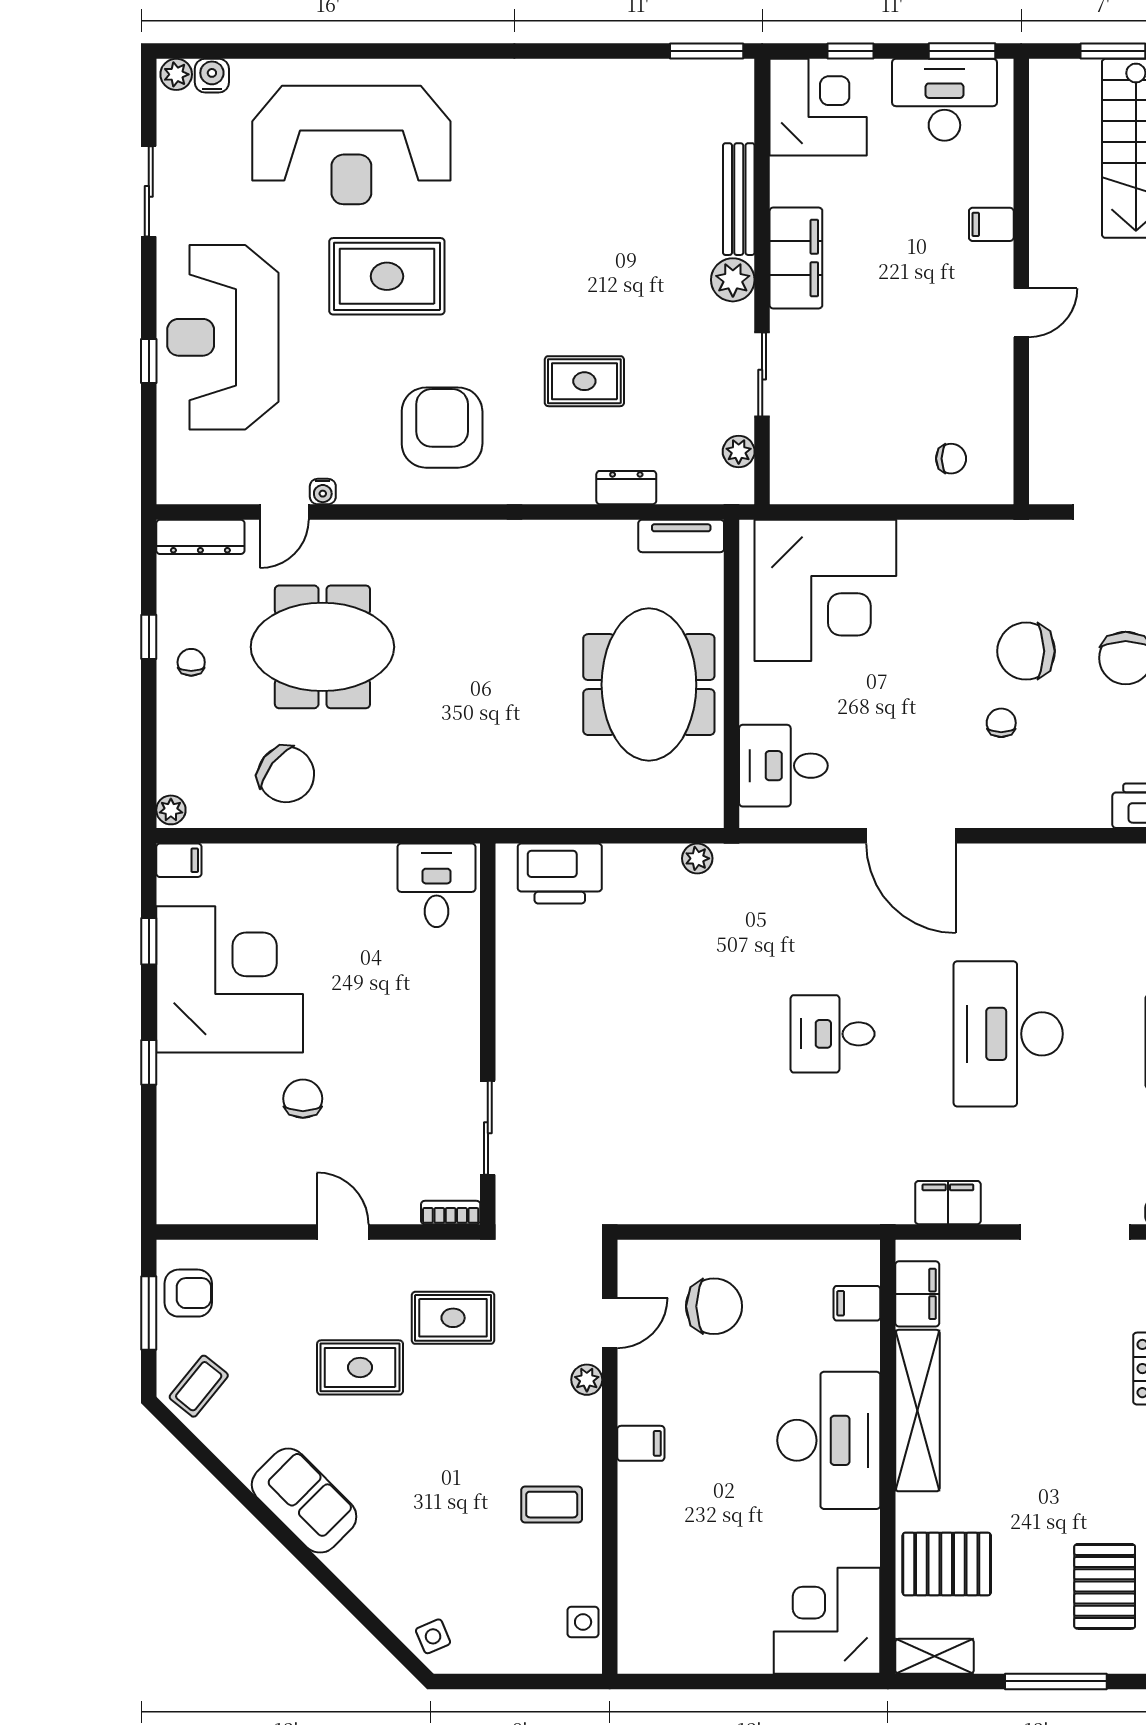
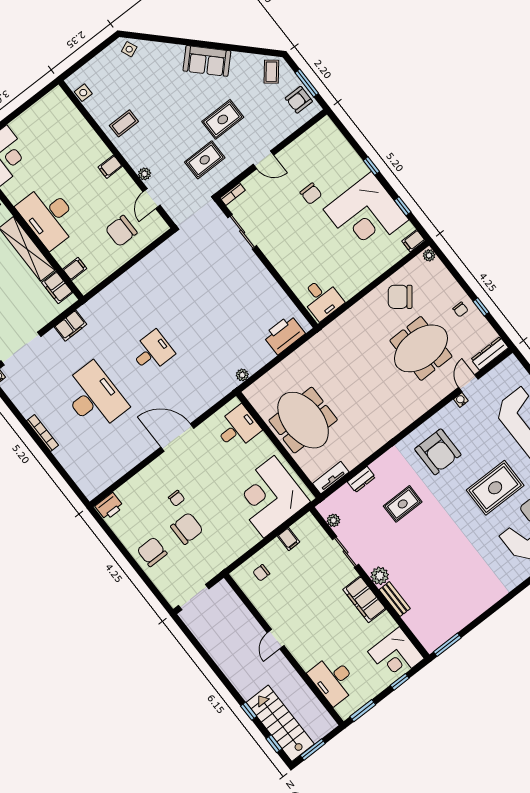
desk: (944, 100) -> (333, 680), moved, turned 90
bench: (739, 199) -> (395, 599), width x0.73
filing cabinet: (991, 224) -> (289, 539), moved, turned 90

